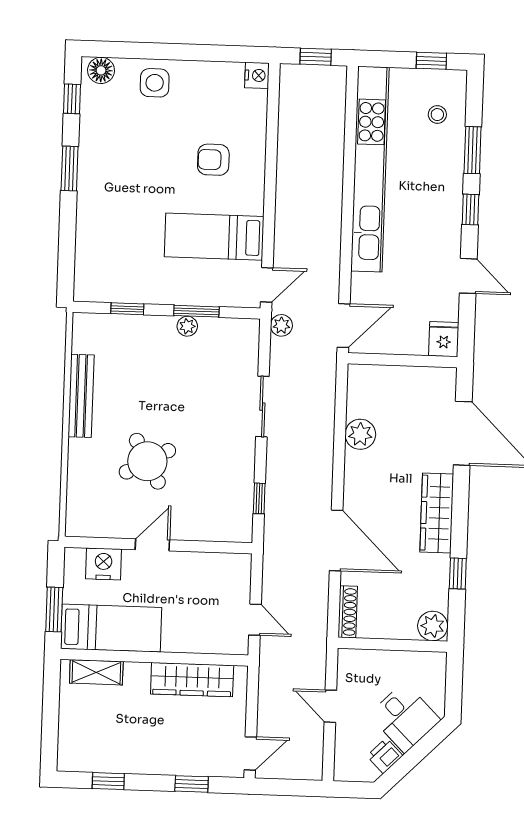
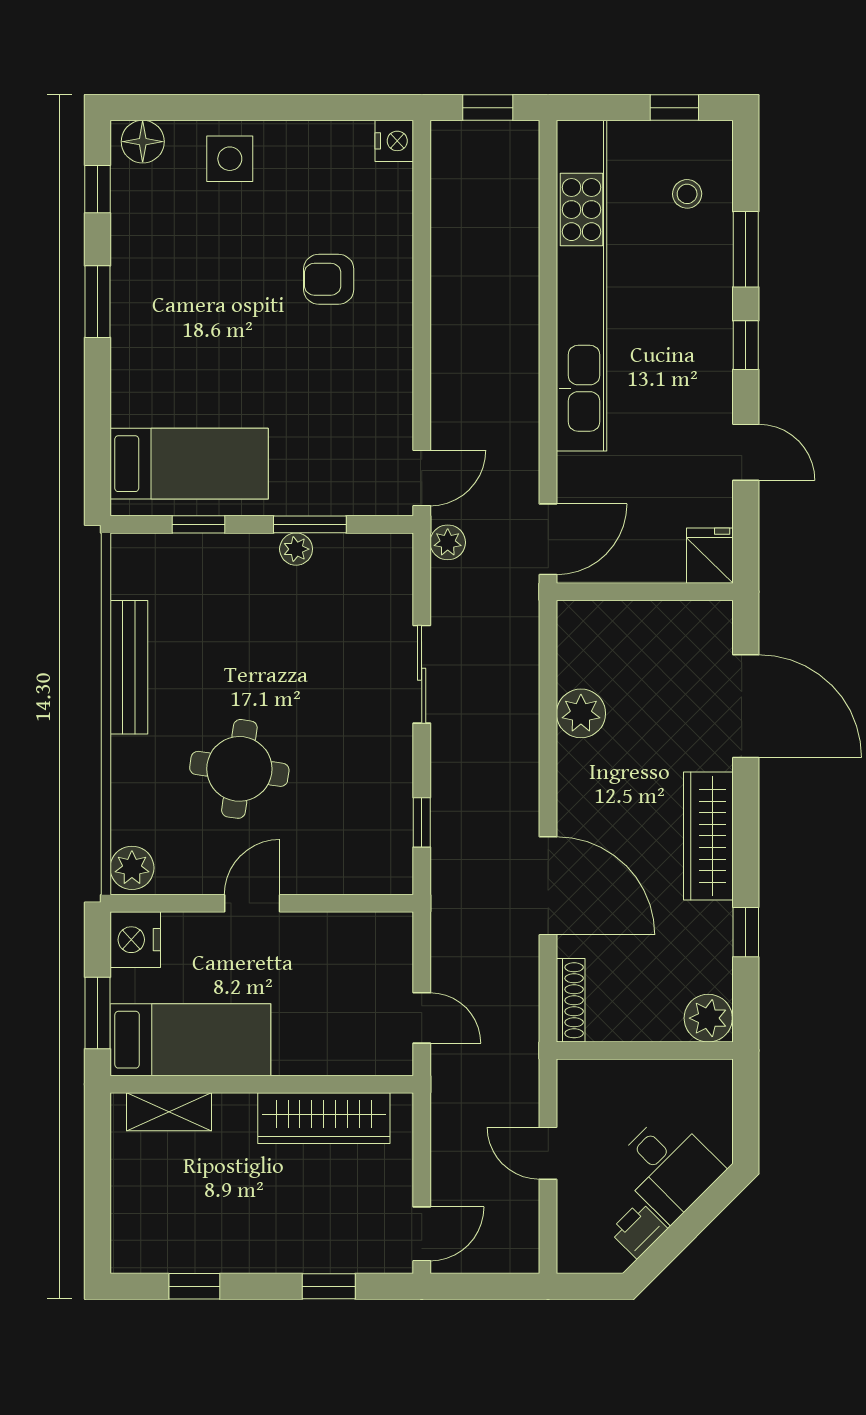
bed: (214, 237) -> (189, 464), moved, turned 180
round table: (147, 461) -> (239, 769), turned 37
plant: (79, 520) -> (132, 868), added
nightstand: (103, 564) -> (135, 940), moved, turned -90

